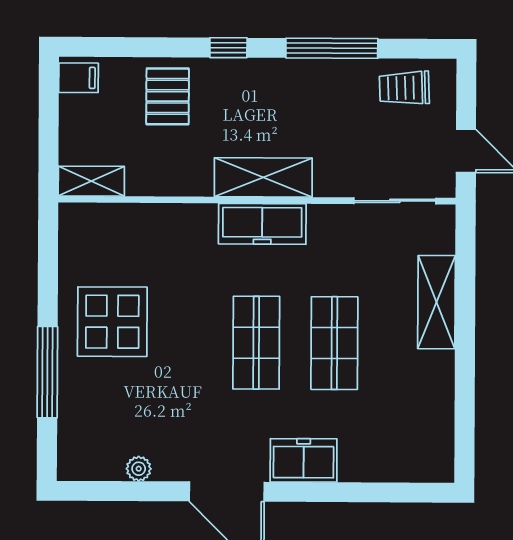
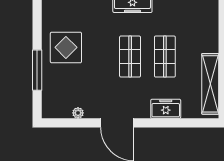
shelving: (437, 302) -> (210, 84), moved, width x1.47
freezer: (304, 460) -> (166, 109), moved

